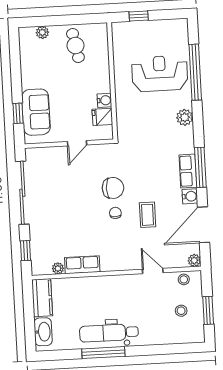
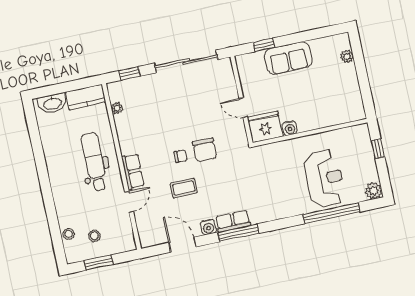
cafe table: (75, 46) -> (339, 91), removed
sofa: (36, 112) -> (288, 58), moved
fridge: (102, 117) -> (265, 127), width x1.88, depth x1.34
plant: (185, 117) -> (374, 191), moved
door: (203, 225) -> (182, 245), width x0.73
plant: (194, 260) -> (146, 241), removed
row of seats: (82, 265) -> (133, 171), moved
stool: (184, 279) -> (68, 234), moved
dental chair: (109, 333) -> (94, 162), moved
window: (103, 353) -> (41, 166), removed

